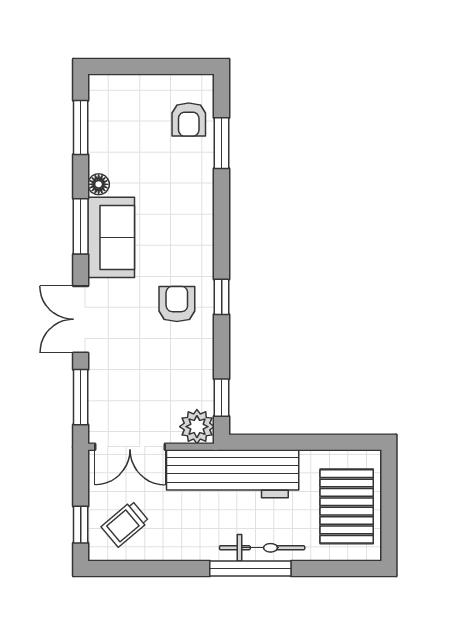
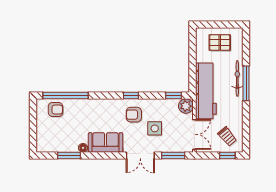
window: (81, 127) -> (69, 155), moved
window: (222, 143) -> (66, 96), width x2.11
window: (81, 226) -> (101, 155), removed
side table: (144, 353) -> (155, 128), added
pallet: (347, 506) -> (220, 43), width x0.67, depth x0.71

